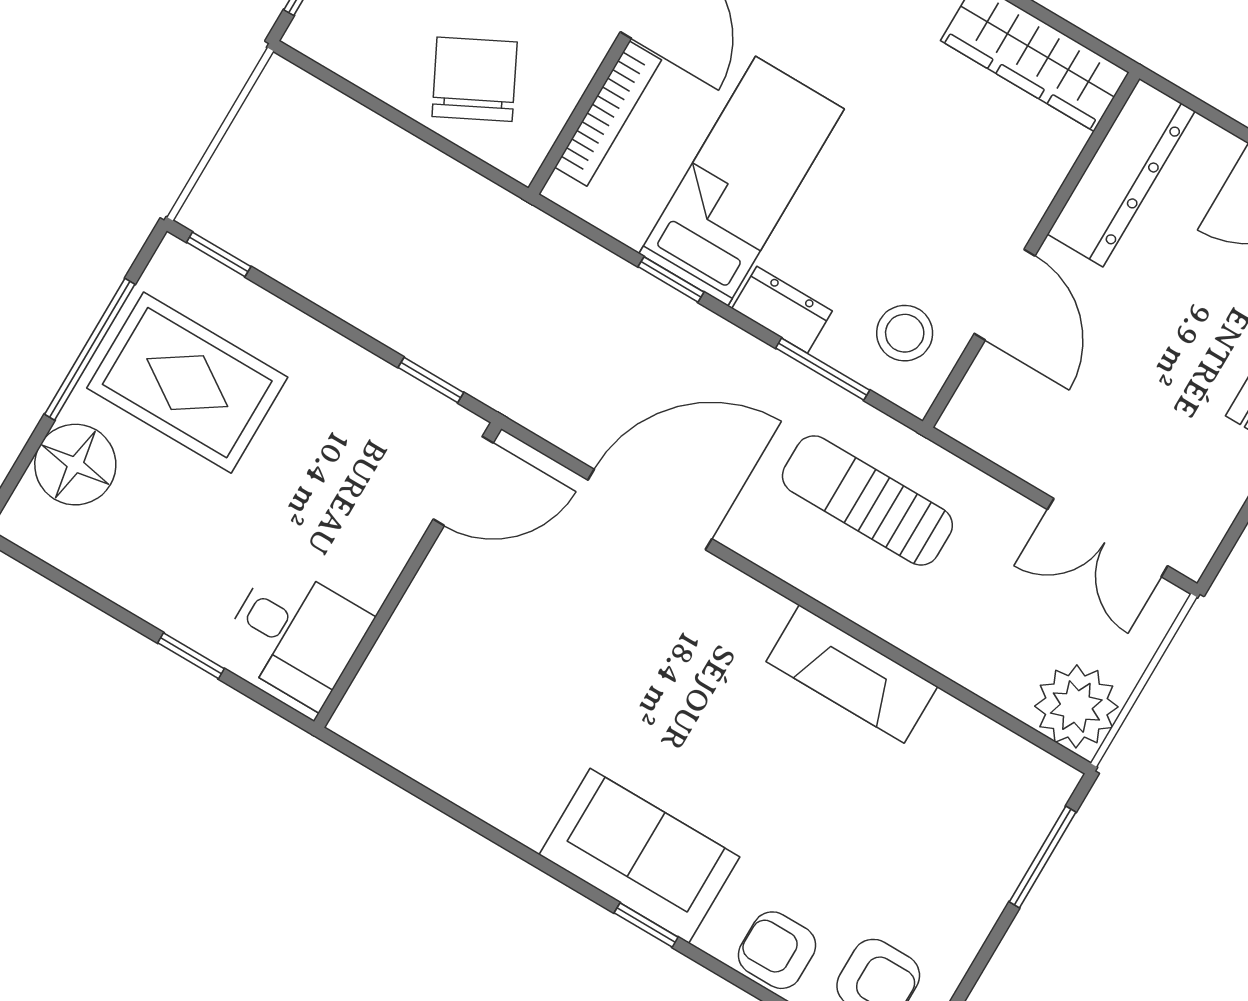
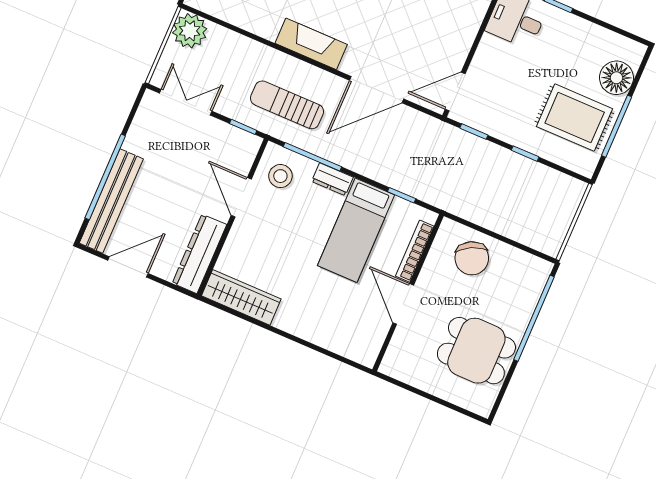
window: (219, 254) -> (525, 154), moved
window: (671, 279) -> (402, 195), moved
window: (823, 369) -> (312, 157), width x1.44
window: (978, 461) -> (243, 127), added
sun lounger: (867, 500) -> (287, 105), turned 180
fireplace: (852, 674) -> (311, 44), moved

